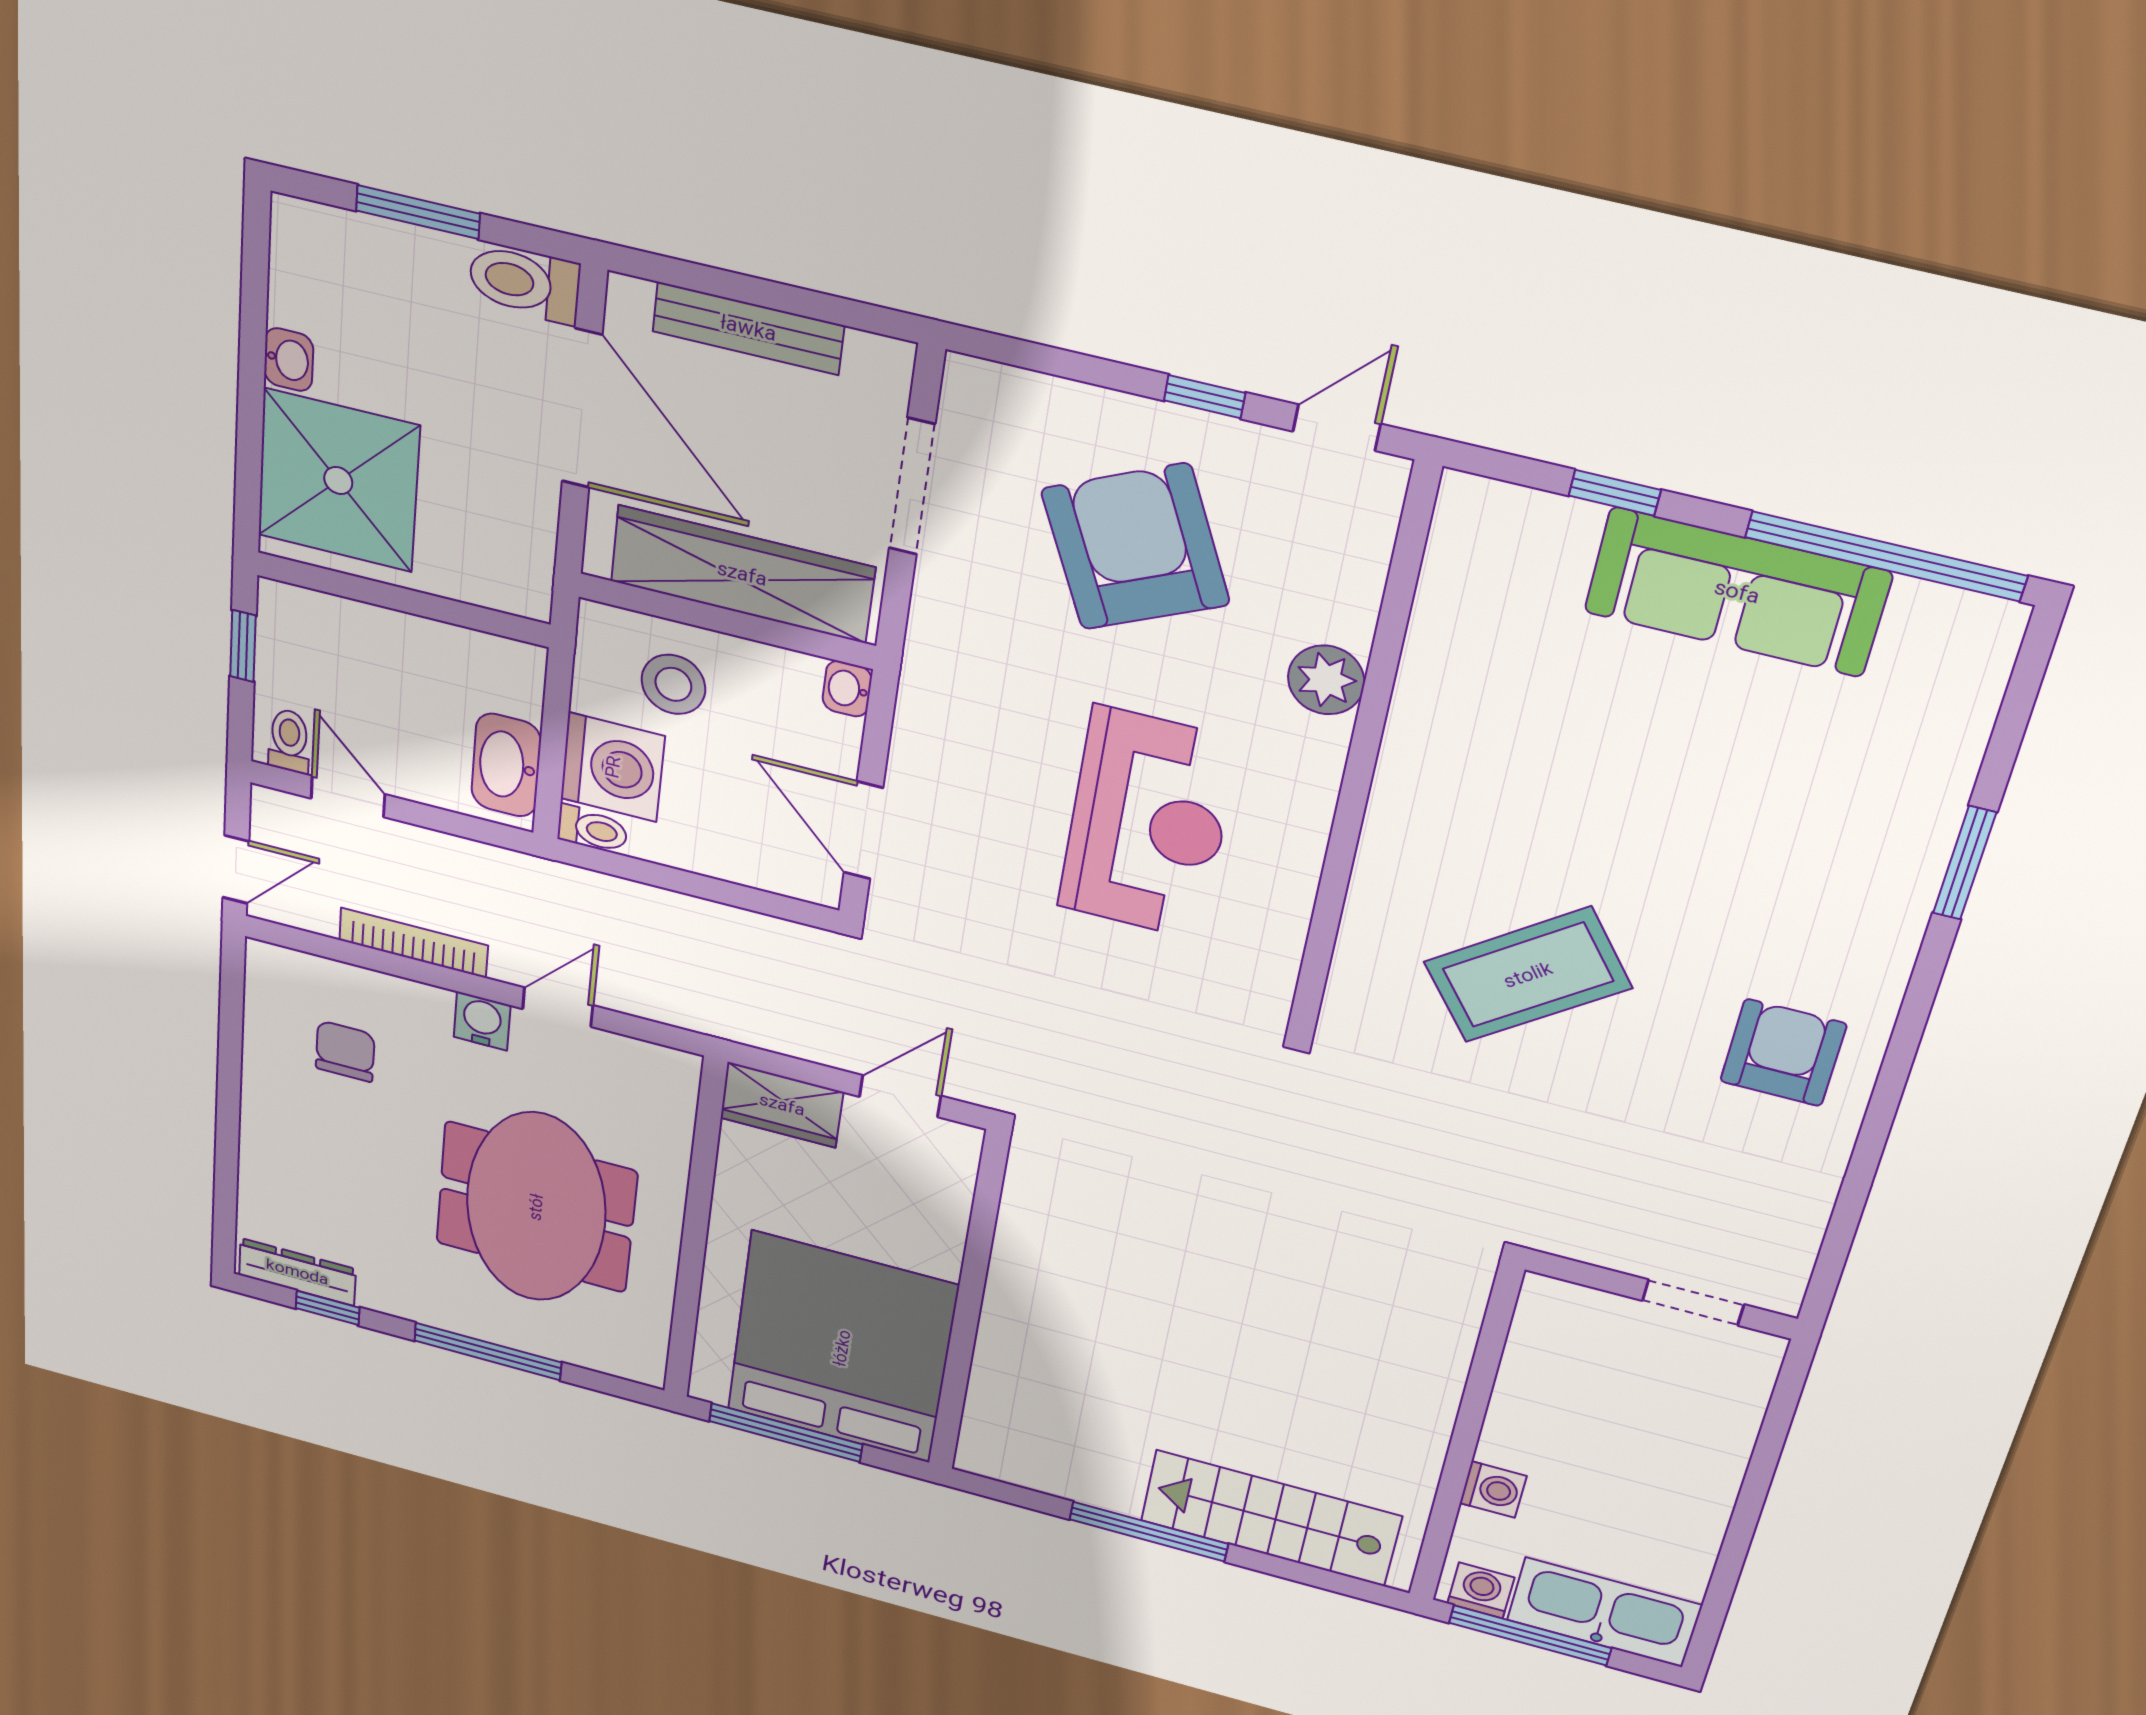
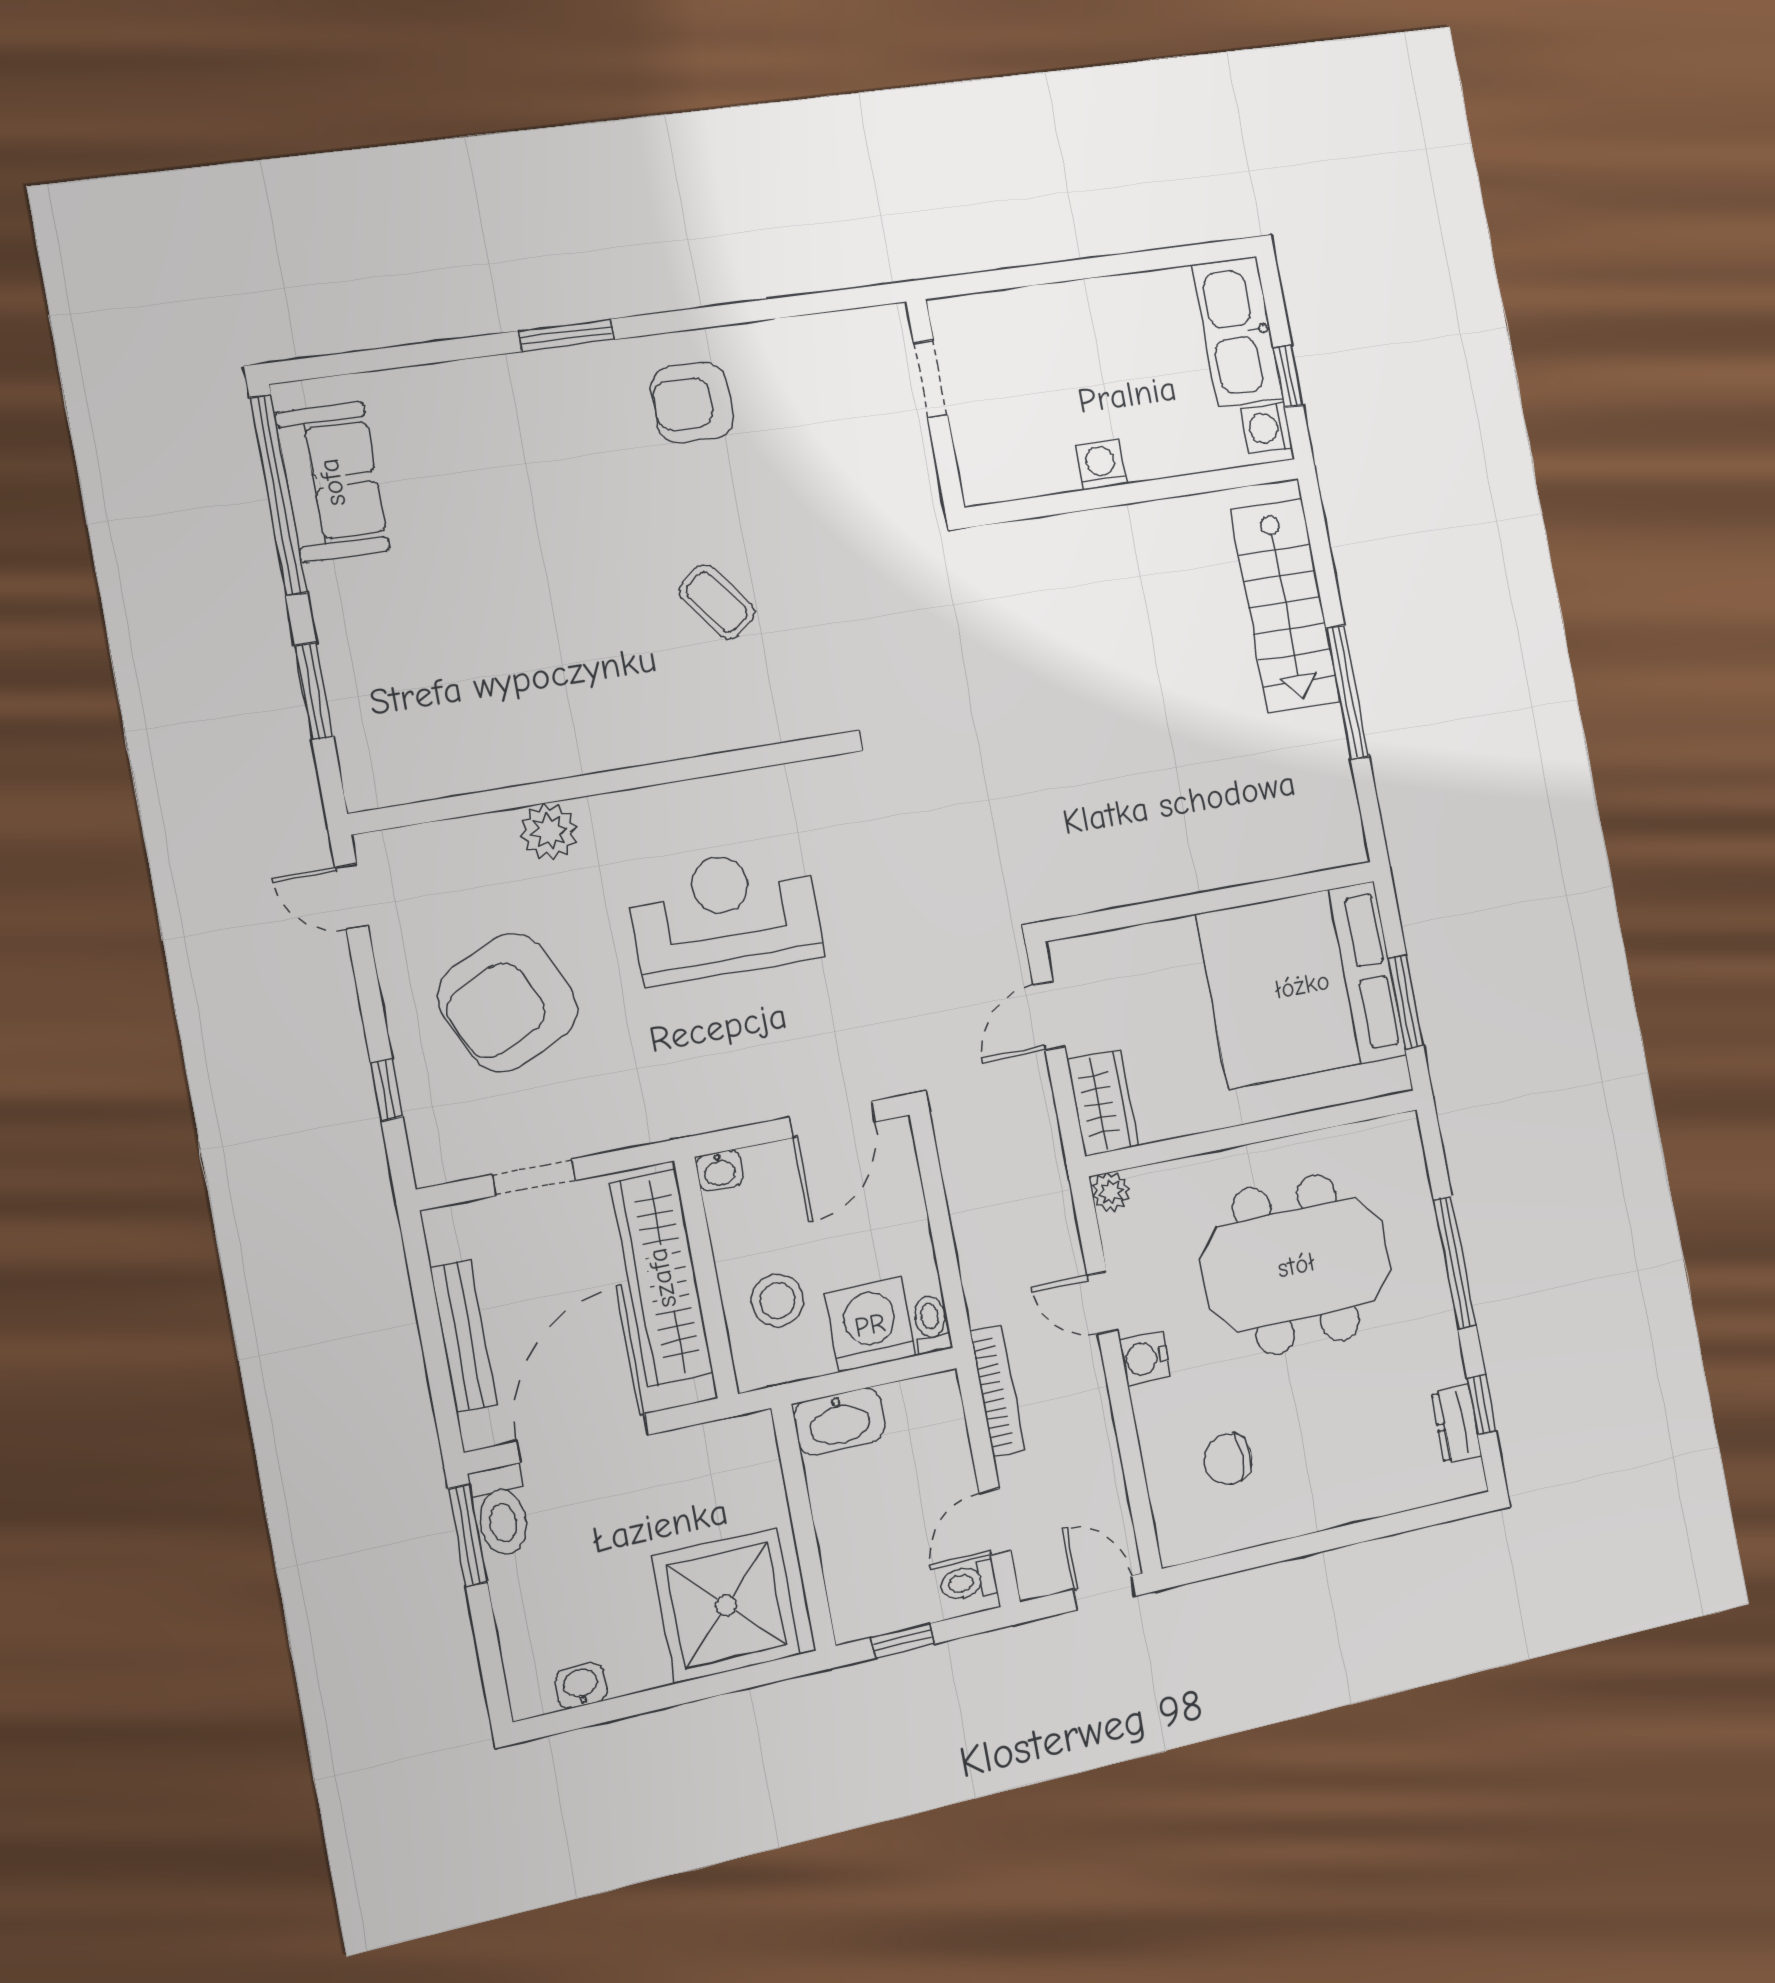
window: (418, 212) -> (468, 1535), moved
washbasin: (289, 360) -> (581, 1686), moved
window: (1205, 397) -> (387, 1090), moved
doorway: (912, 487) -> (534, 1177), width x0.73
window: (1615, 493) -> (314, 691), width x1.50
sofa: (1737, 592) -> (332, 482), moved, width x0.73
washbasin: (506, 765) -> (839, 1421), moved
window: (1965, 863) -> (566, 335), moved
bookcase: (413, 943) -> (997, 1391), moved, turned 180
coffee table: (1528, 975) -> (717, 602), width x0.54, depth x0.58
plant: (679, 1069) -> (1111, 1192), added
door: (900, 1096) -> (1049, 1016), hinge flipped
dresser: (297, 1272) -> (1456, 1424), width x0.70
window: (786, 1433) -> (1406, 1002), width x0.69
washing machine: (1493, 1490) -> (1101, 465), moved
window: (1530, 1635) -> (1288, 376), width x0.46

